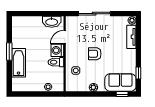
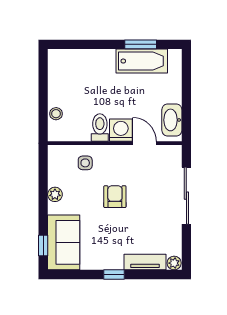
window: (9, 51) -> (141, 44), moved
bathtub: (19, 63) -> (142, 61), moved
window: (138, 73) -> (114, 274), moved

